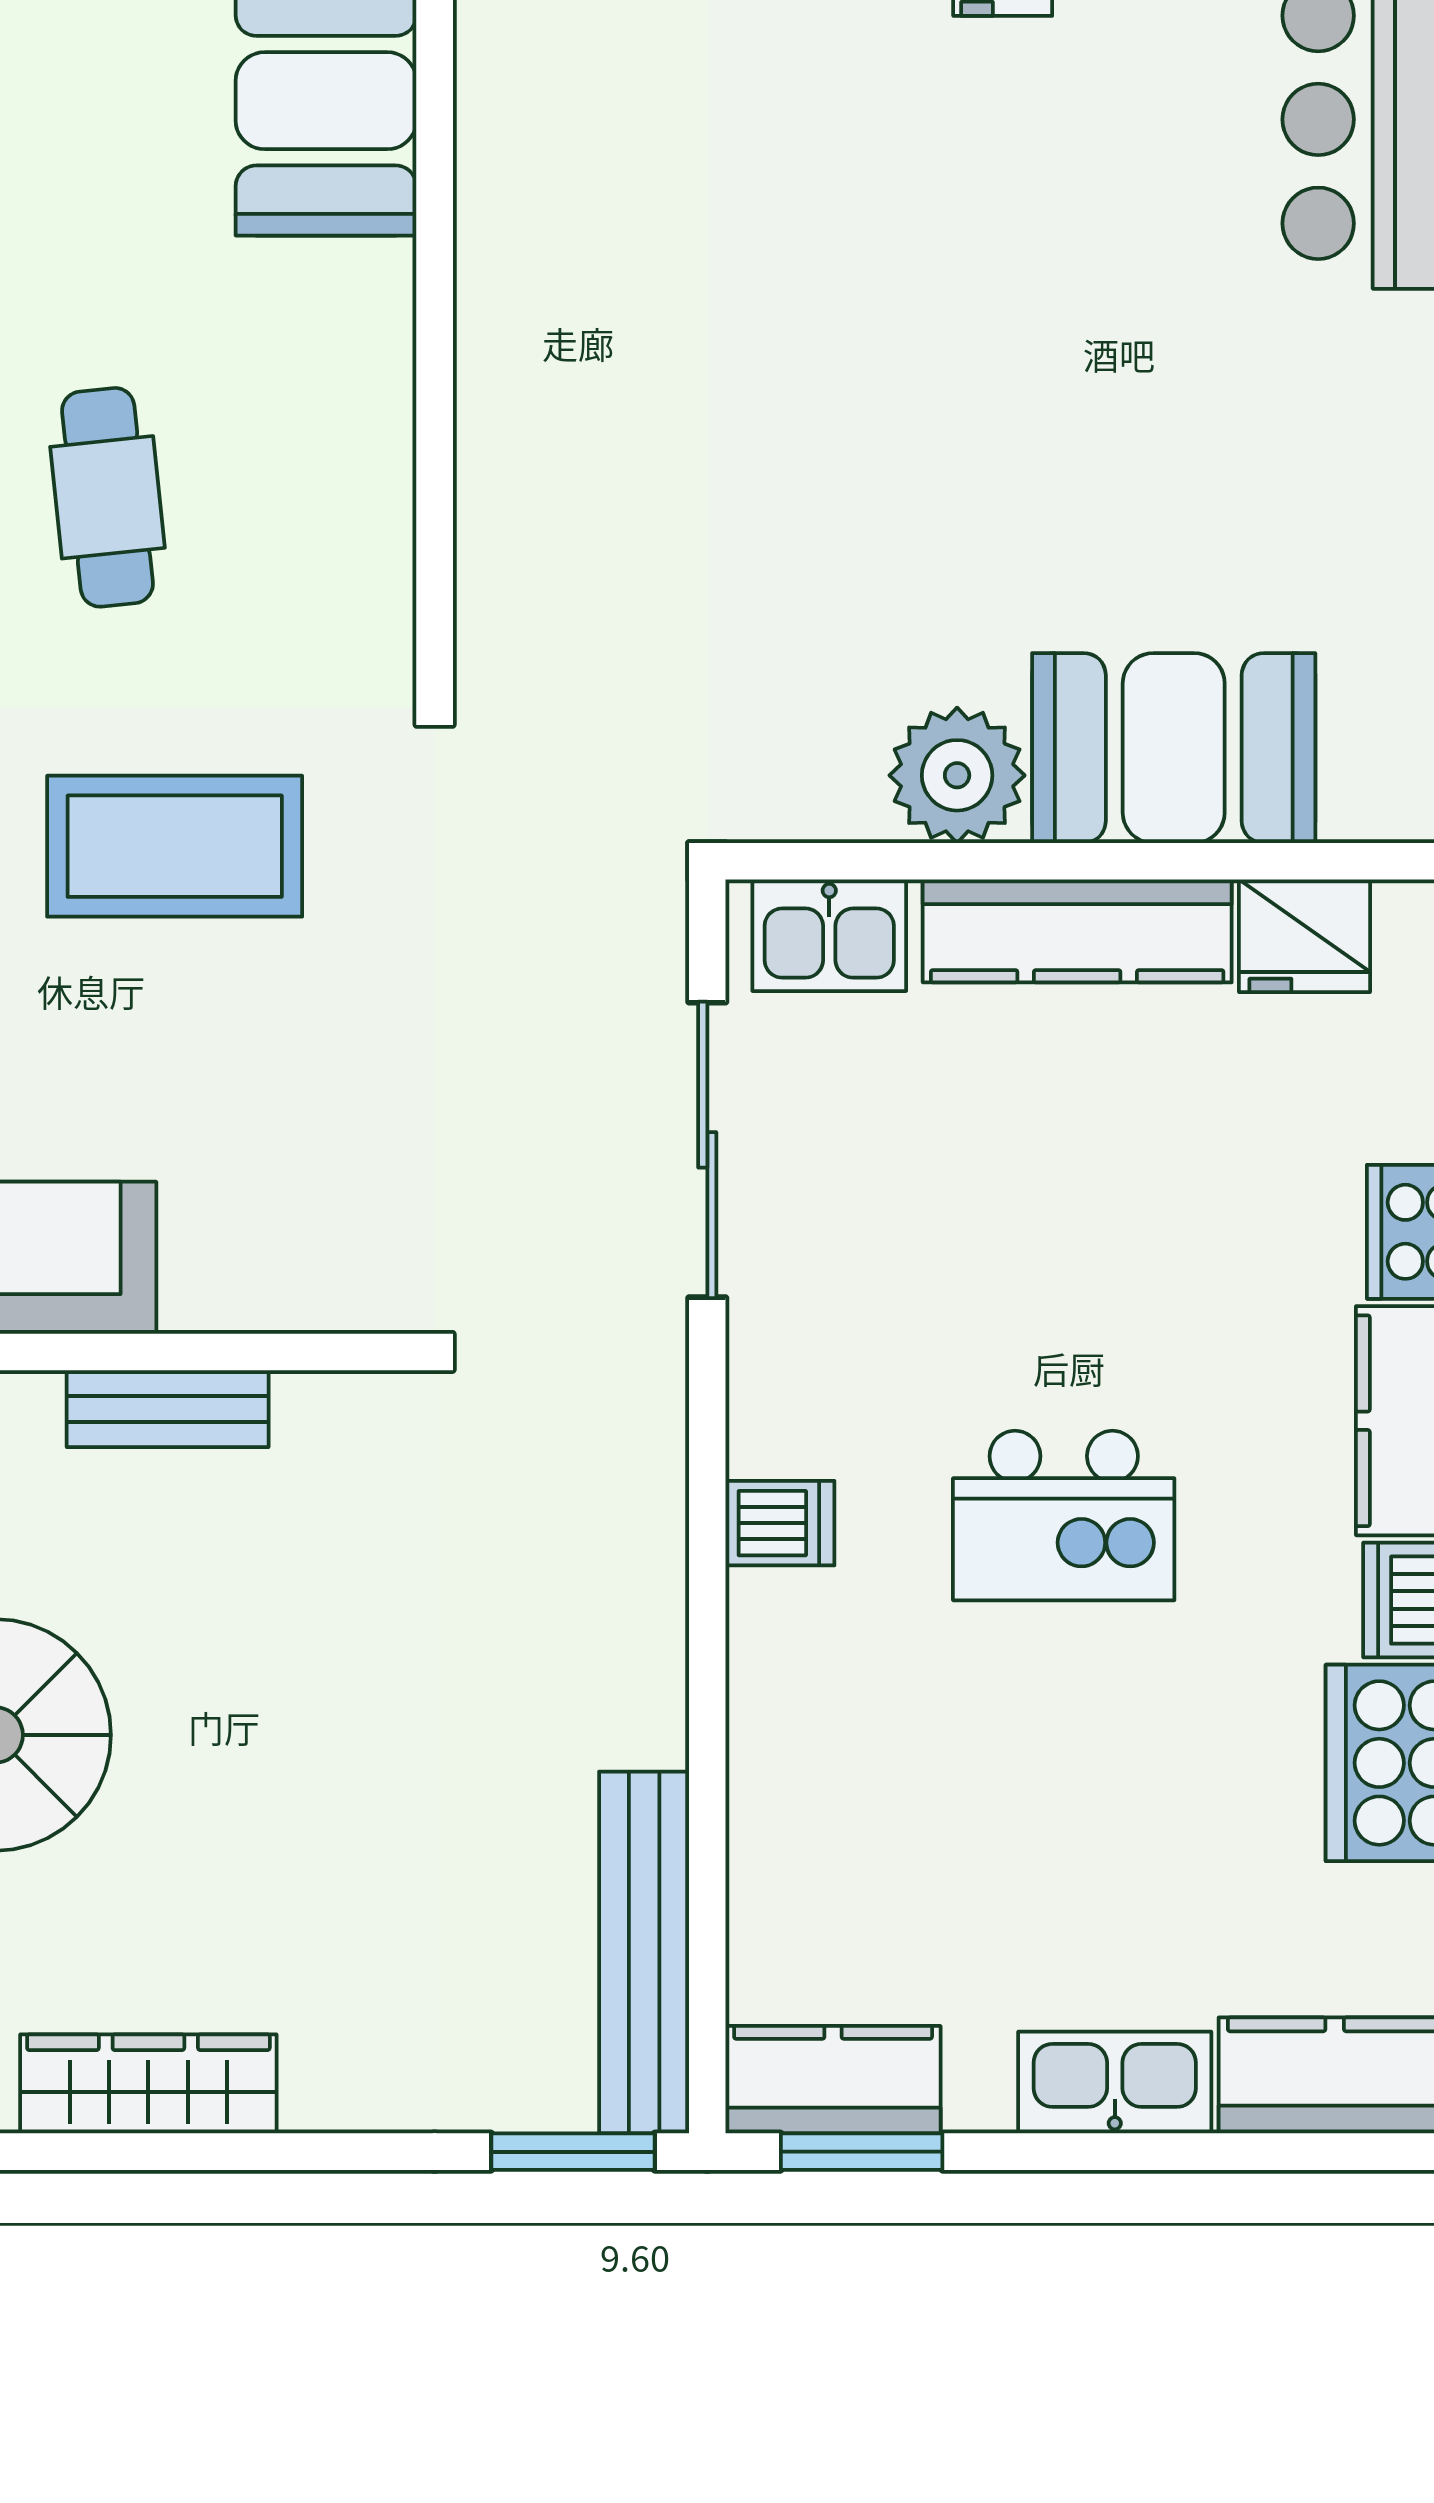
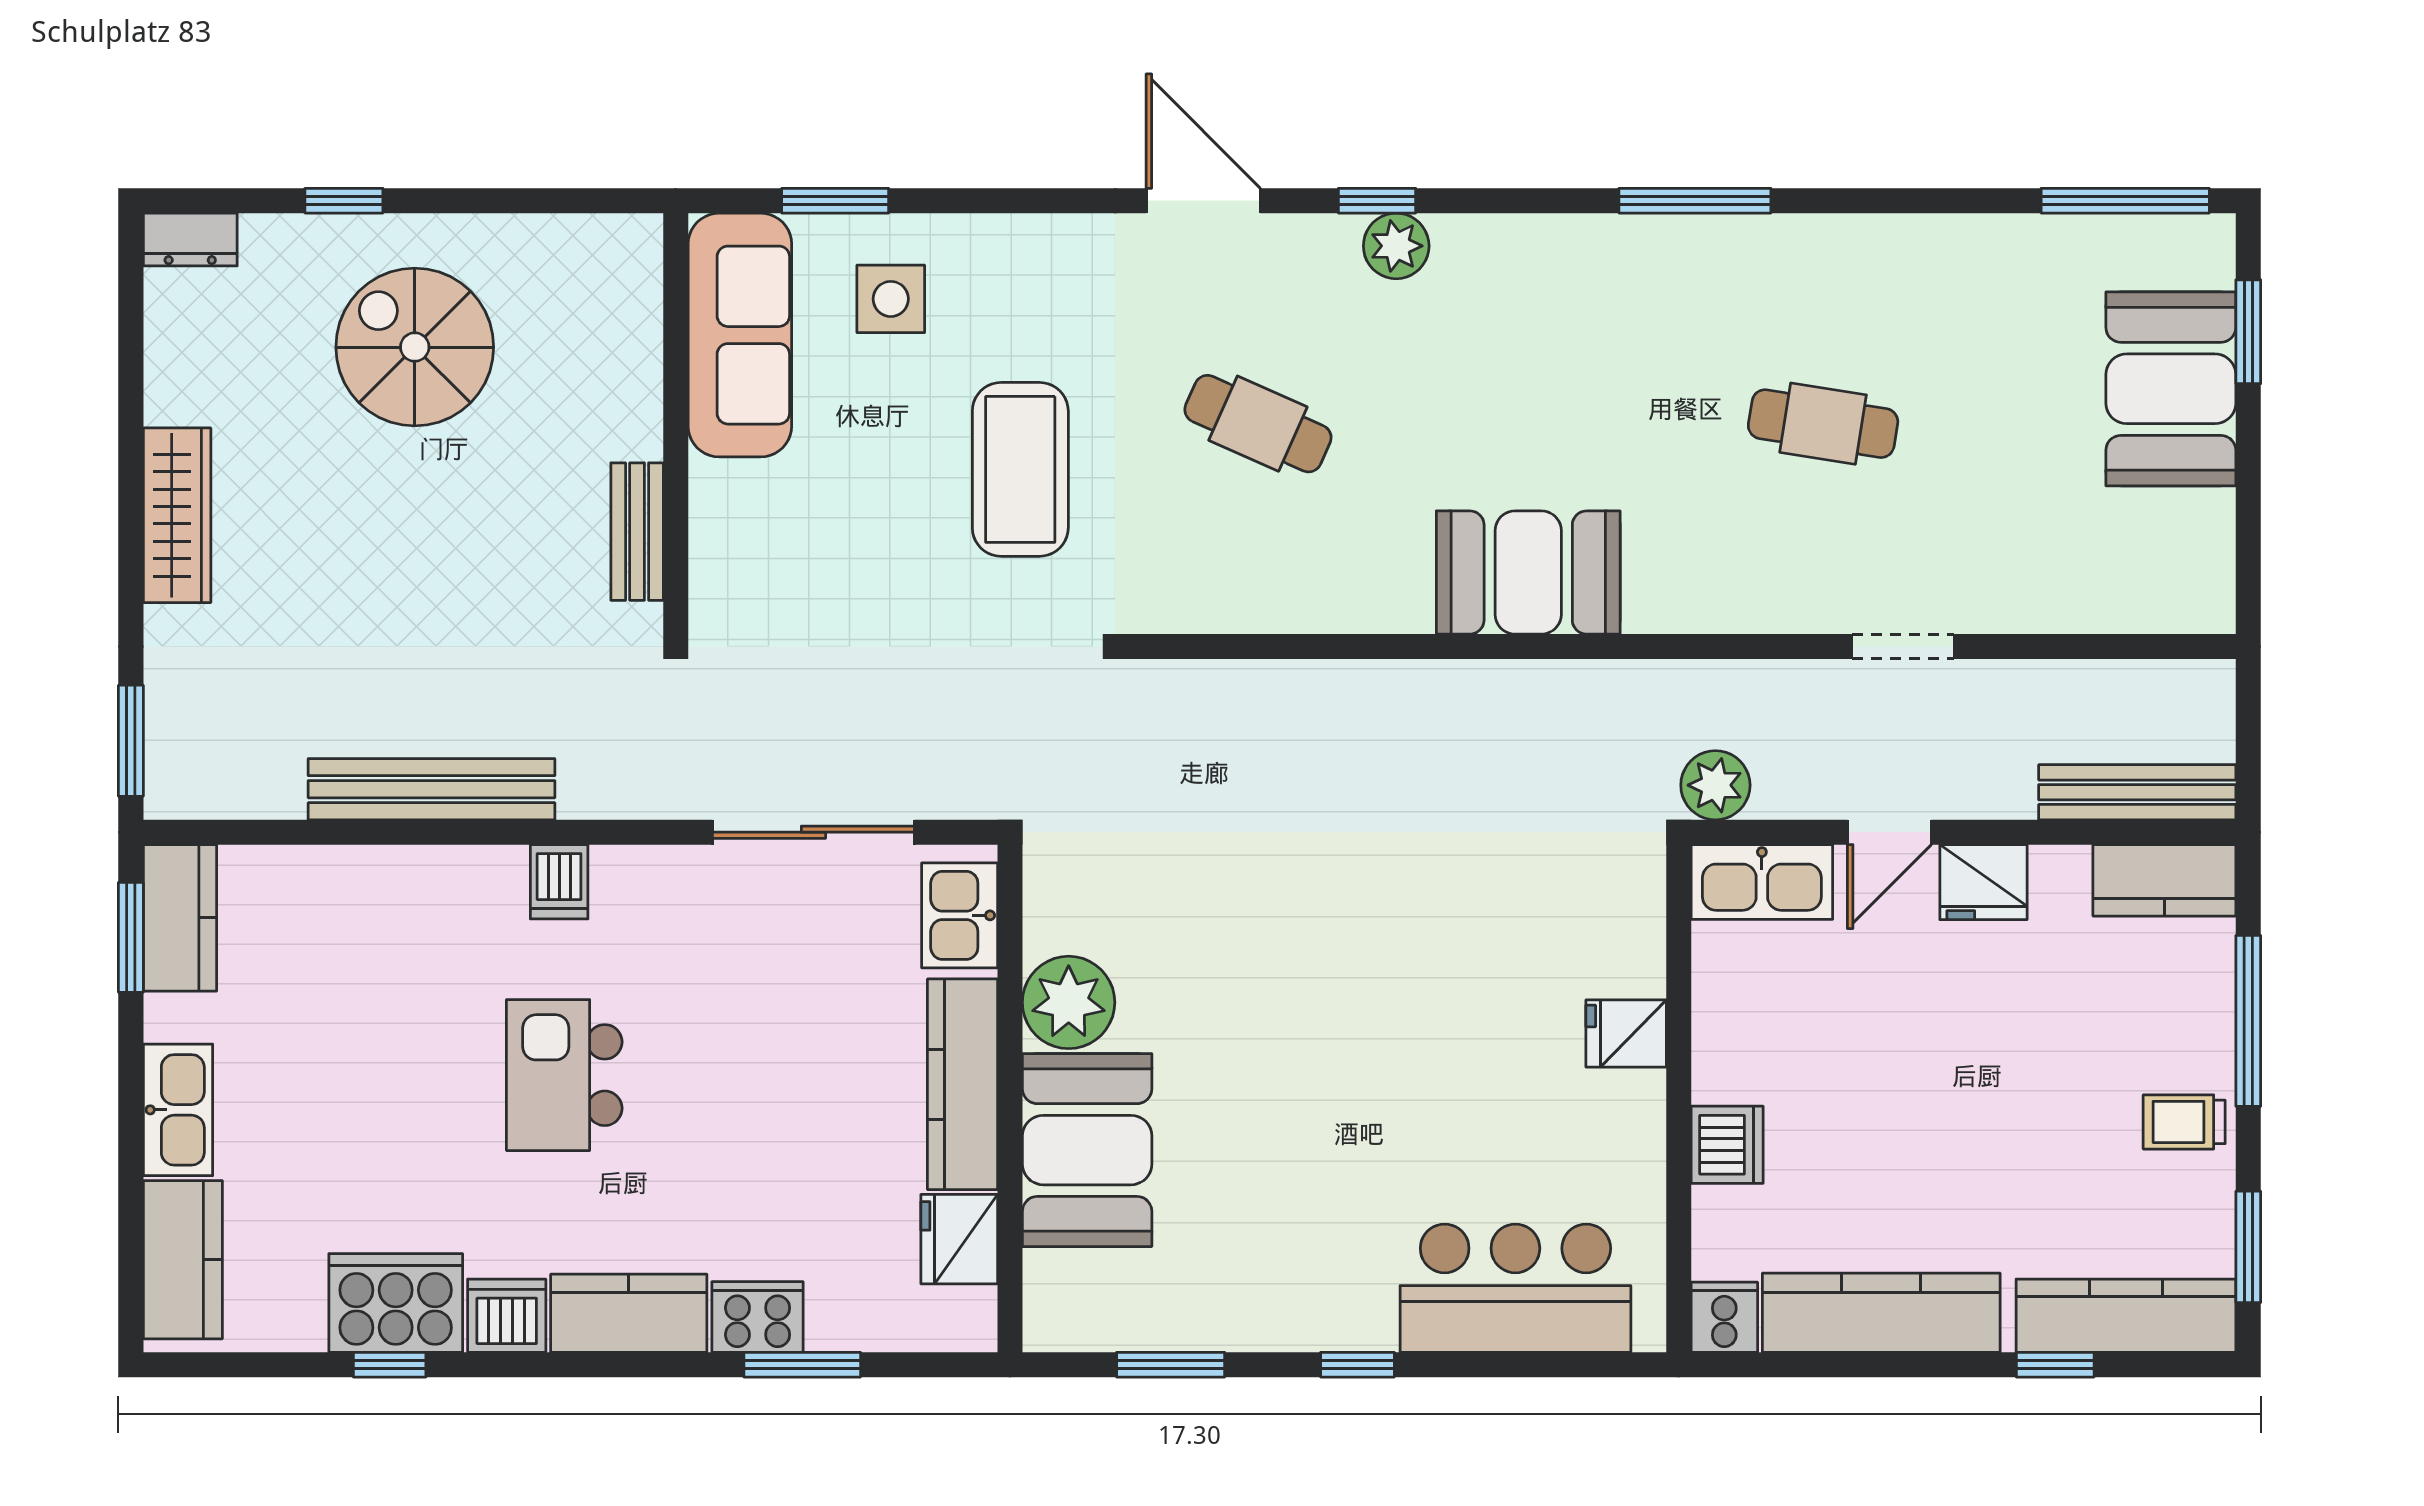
cafe table: (108, 497) -> (1258, 424), turned 30
bench: (168, 1409) -> (637, 532), moved
bench: (644, 1953) -> (432, 789), moved
wardrobe: (148, 2084) -> (177, 515), moved

